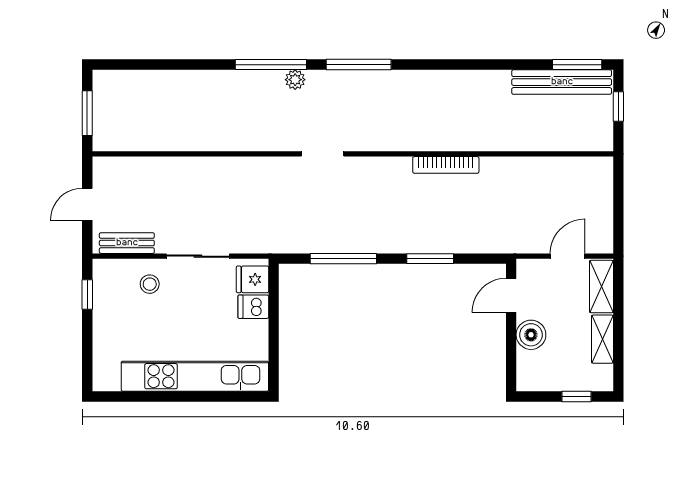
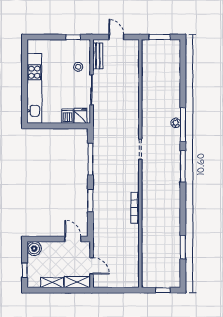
window: (577, 65) -> (183, 247), moved
plant: (295, 80) -> (176, 123), moved
bench: (562, 82) -> (175, 263), removed
boiler: (531, 335) -> (34, 249), moved

